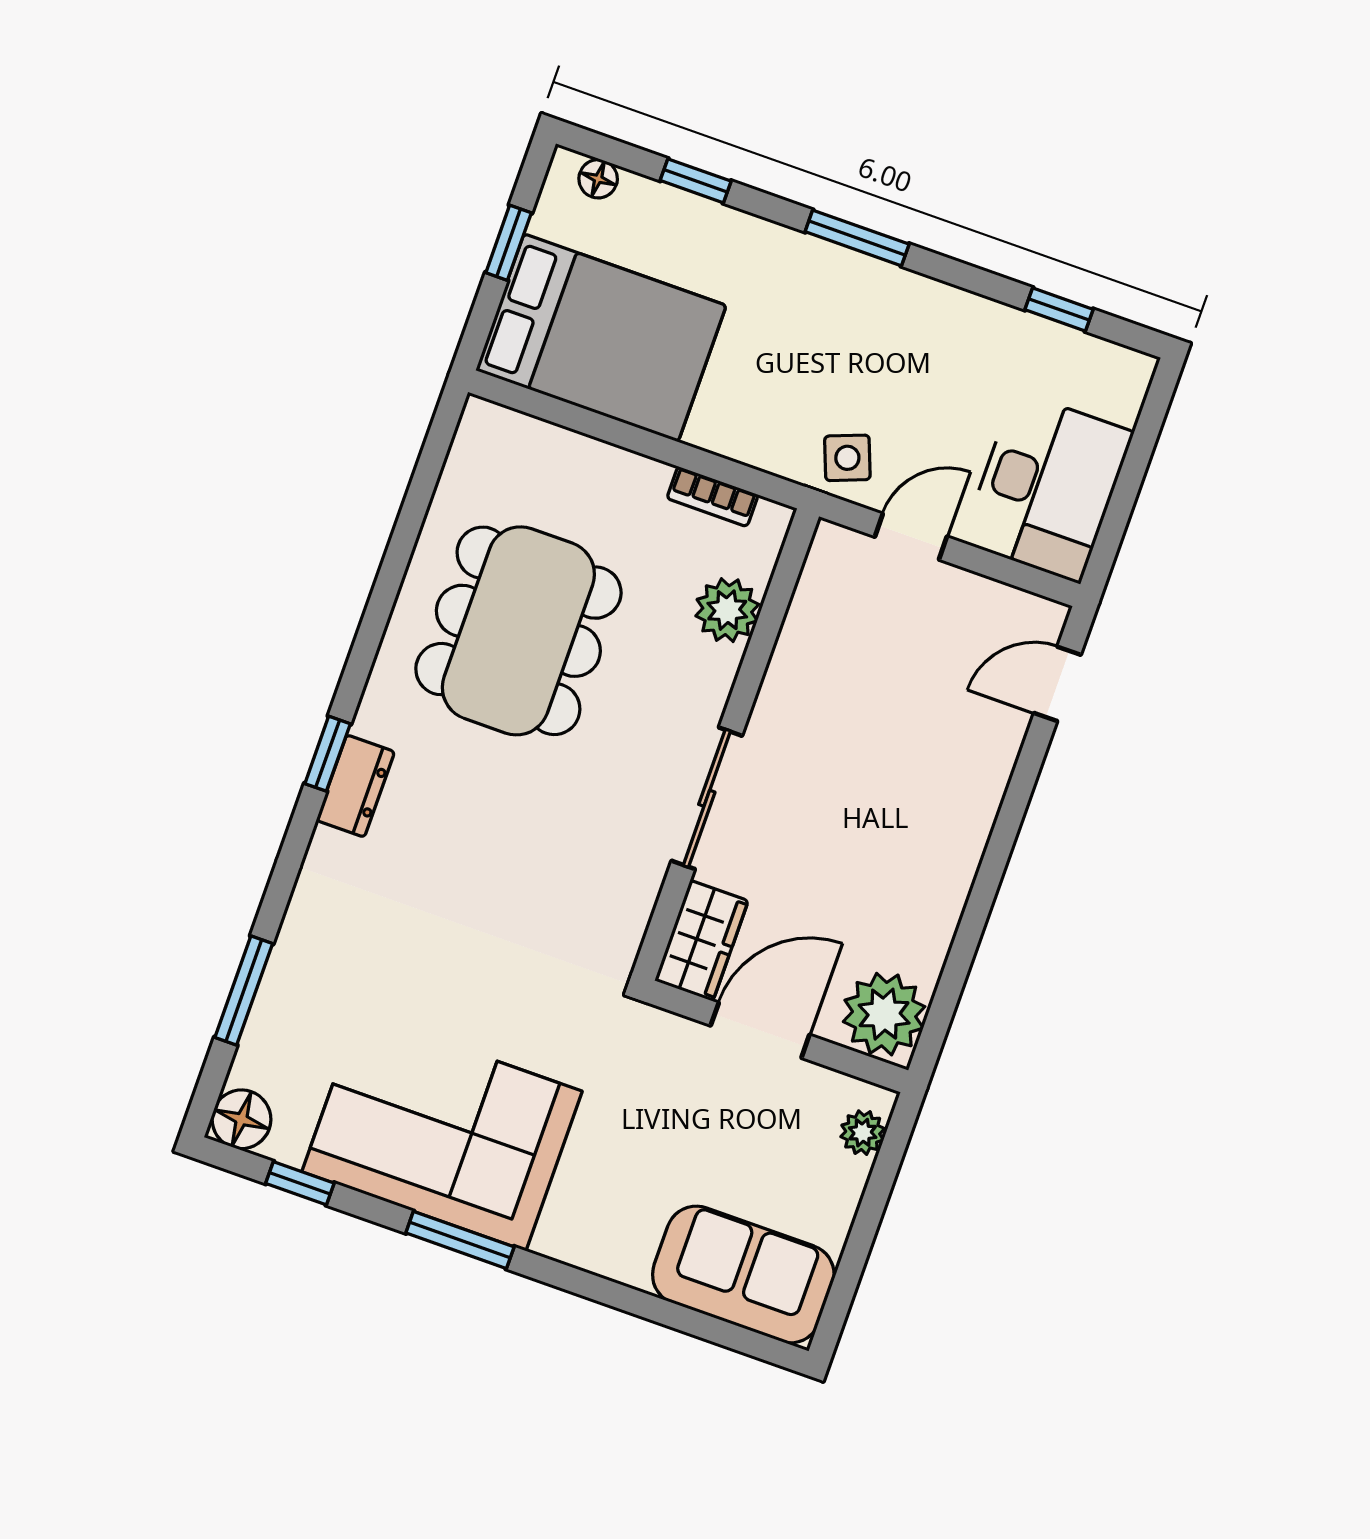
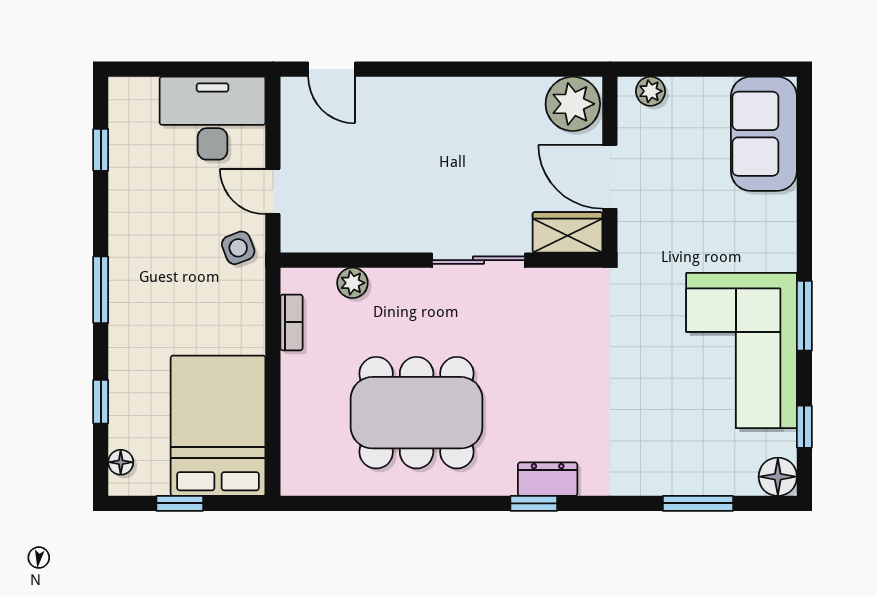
plant: (727, 610) -> (352, 283), width x0.73, depth x0.73

